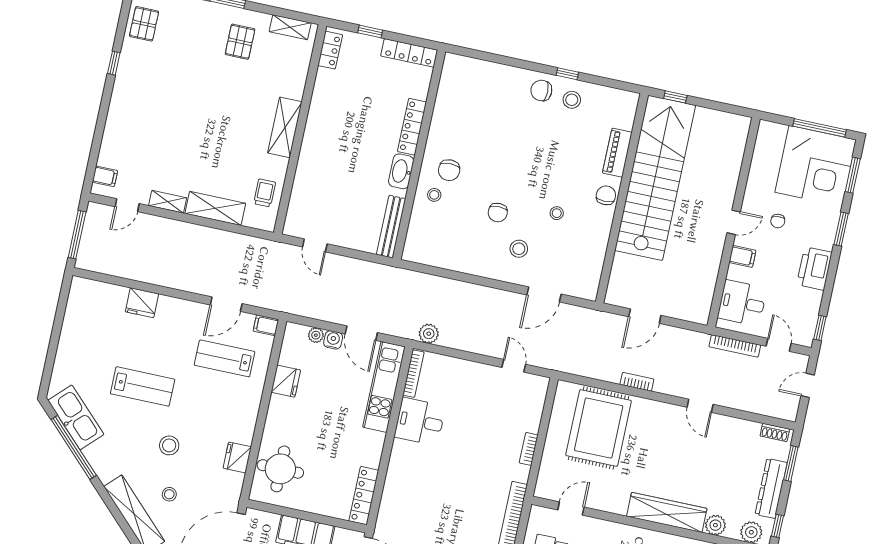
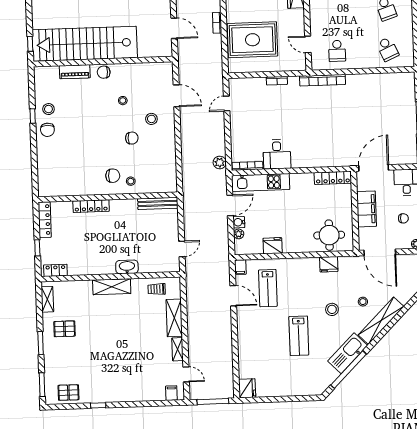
washbasin: (401, 171) -> (127, 267), moved, turned 180
fridge: (142, 303) -> (247, 388), moved
lab bench: (143, 386) -> (299, 336), turned 180
kitchen sink: (76, 417) -> (348, 353), moved

